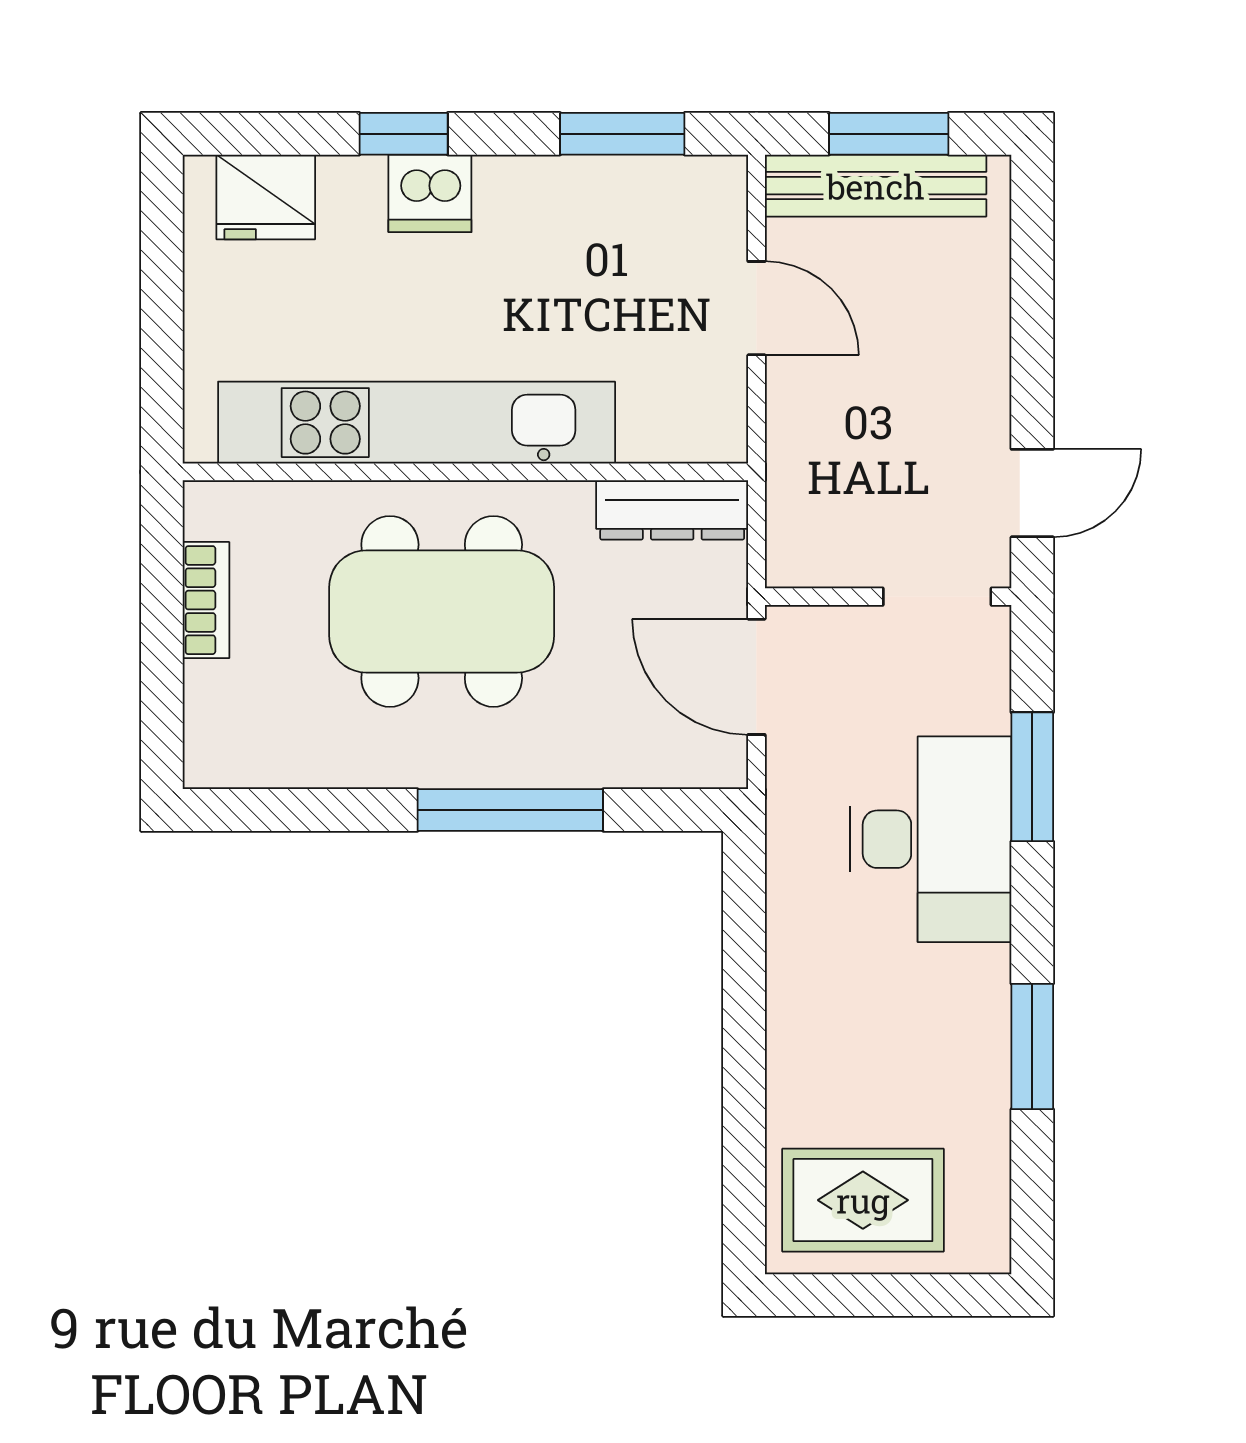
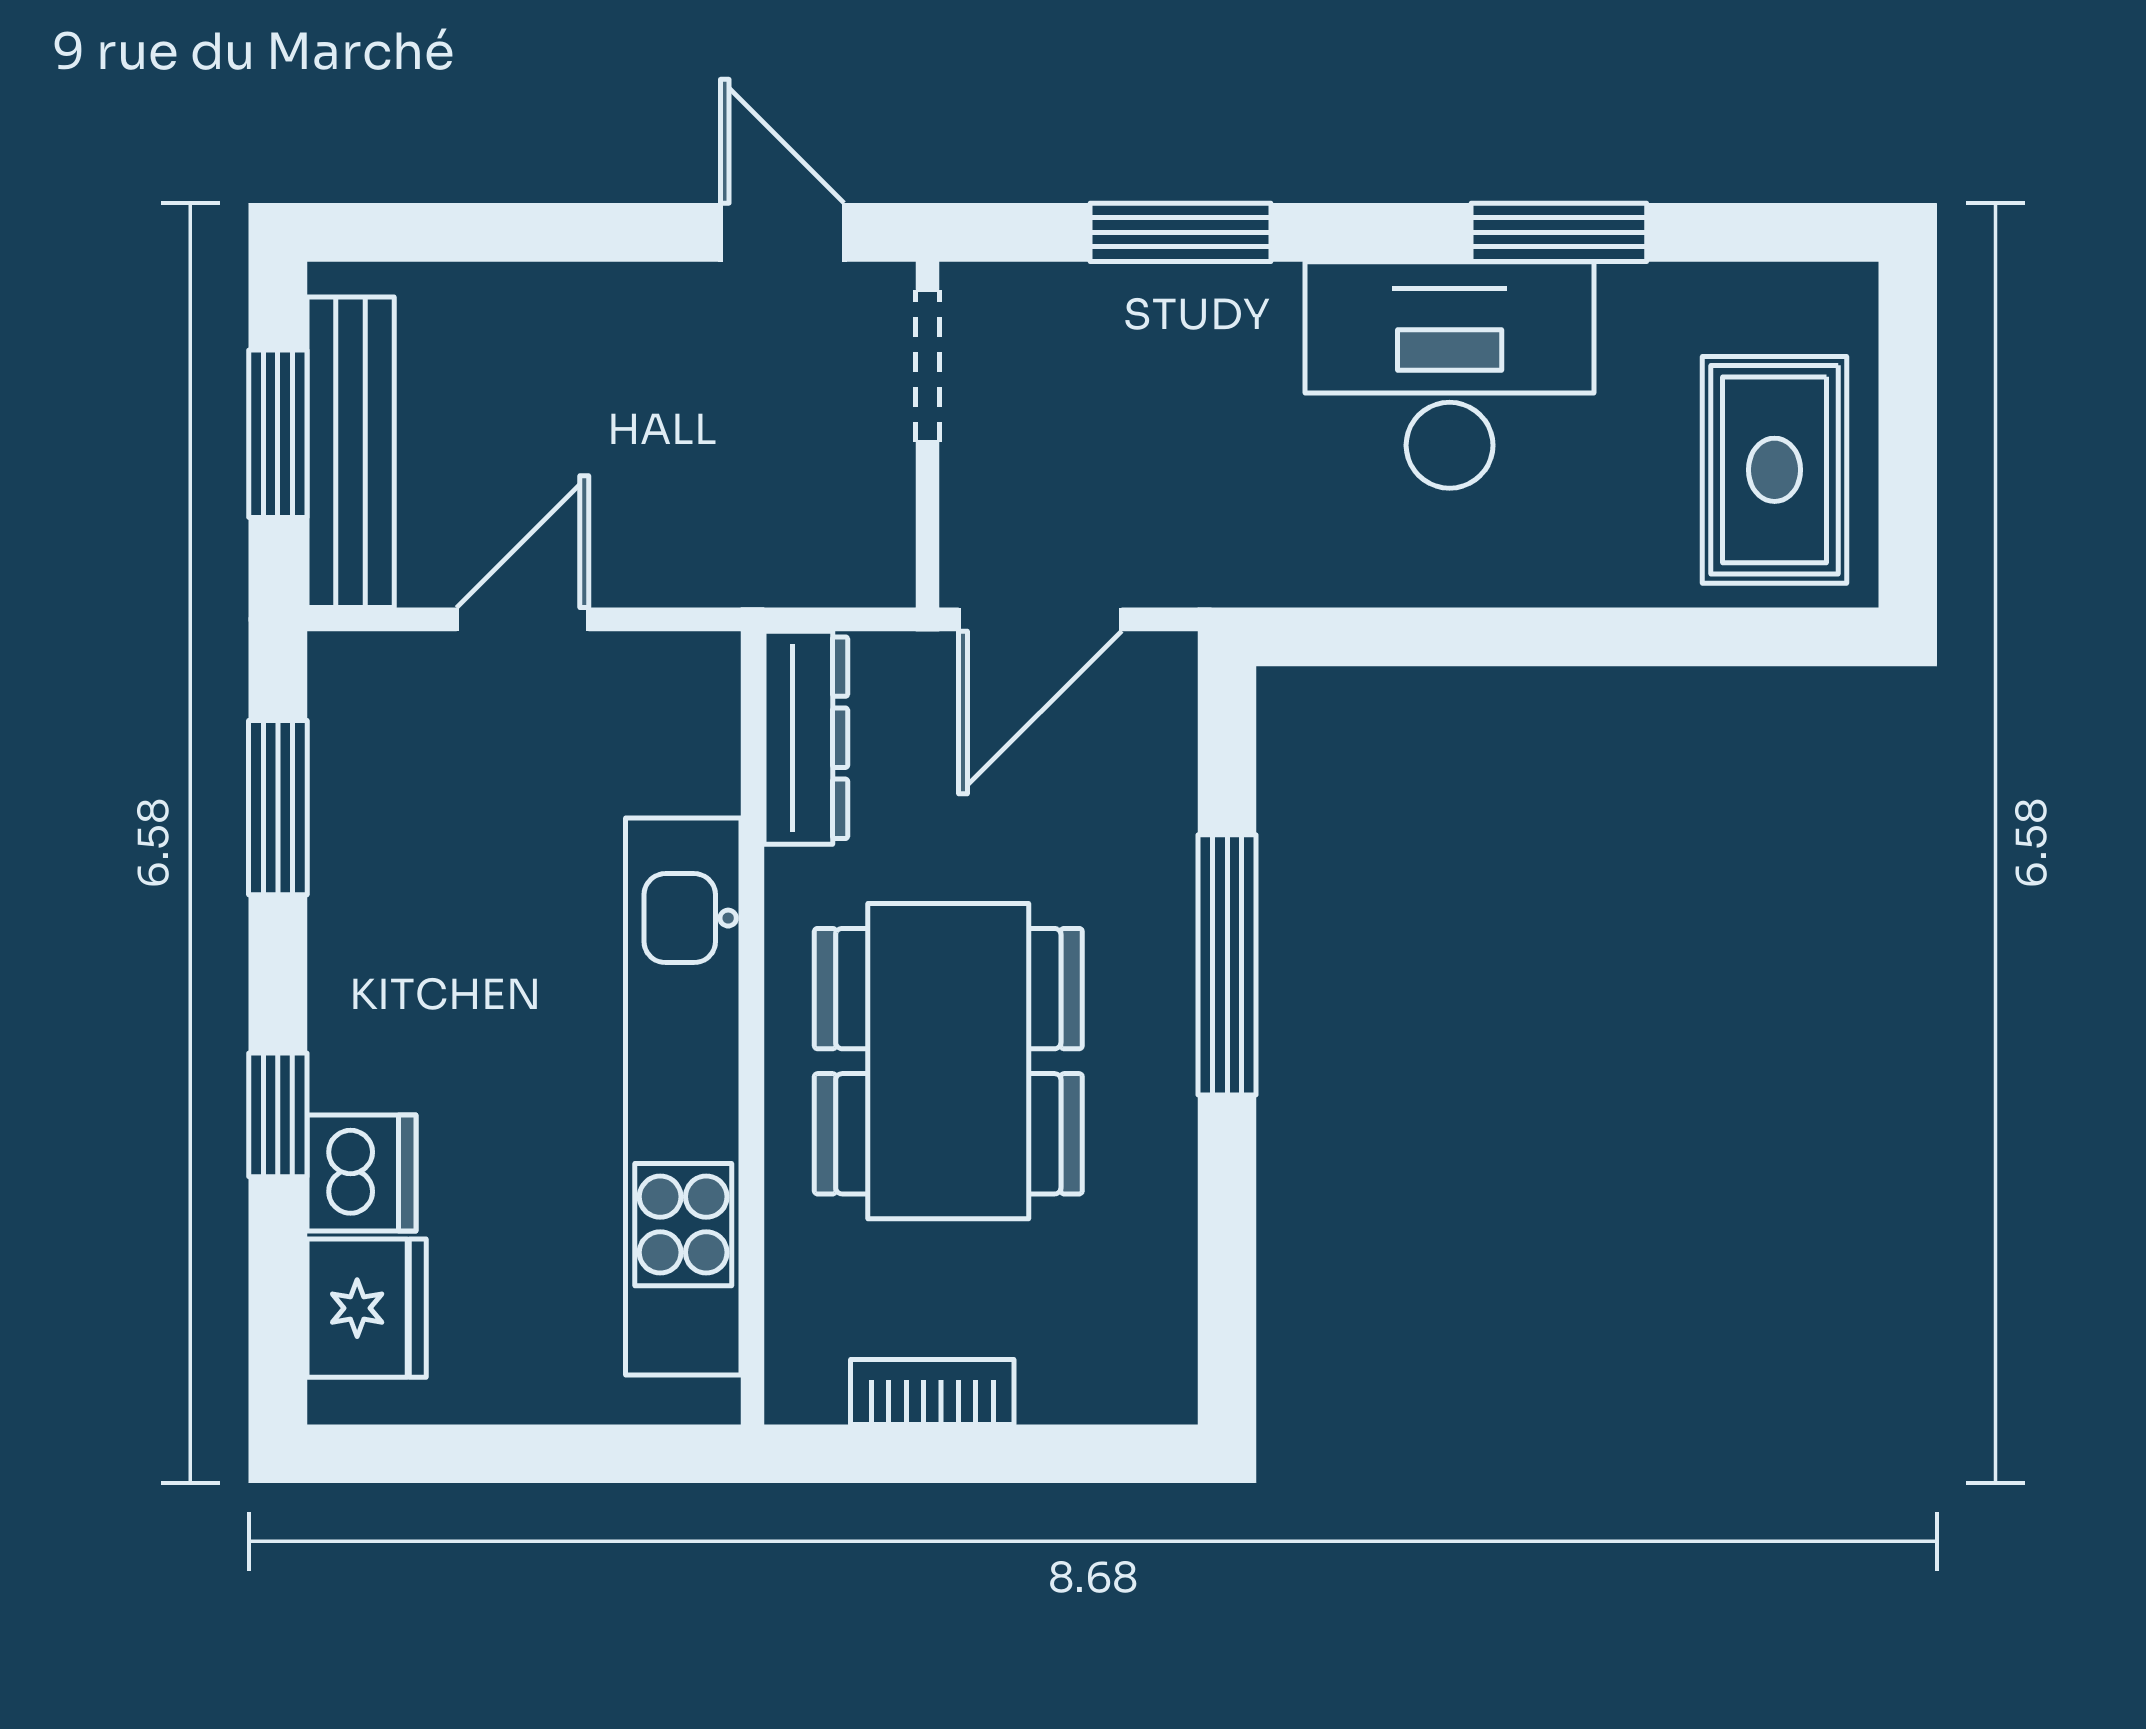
dishwasher: (430, 193) -> (361, 1173), moved
desk: (931, 839) -> (1450, 375), moved

